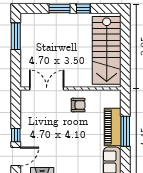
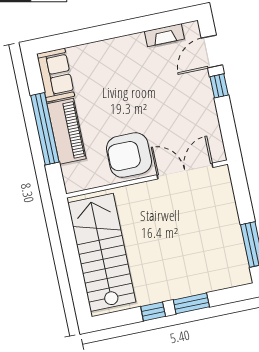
double door: (47, 89) -> (185, 171), swing flipped
armchair: (78, 105) -> (129, 155), width x1.88, depth x1.88
window: (125, 131) -> (45, 129), width x1.46

